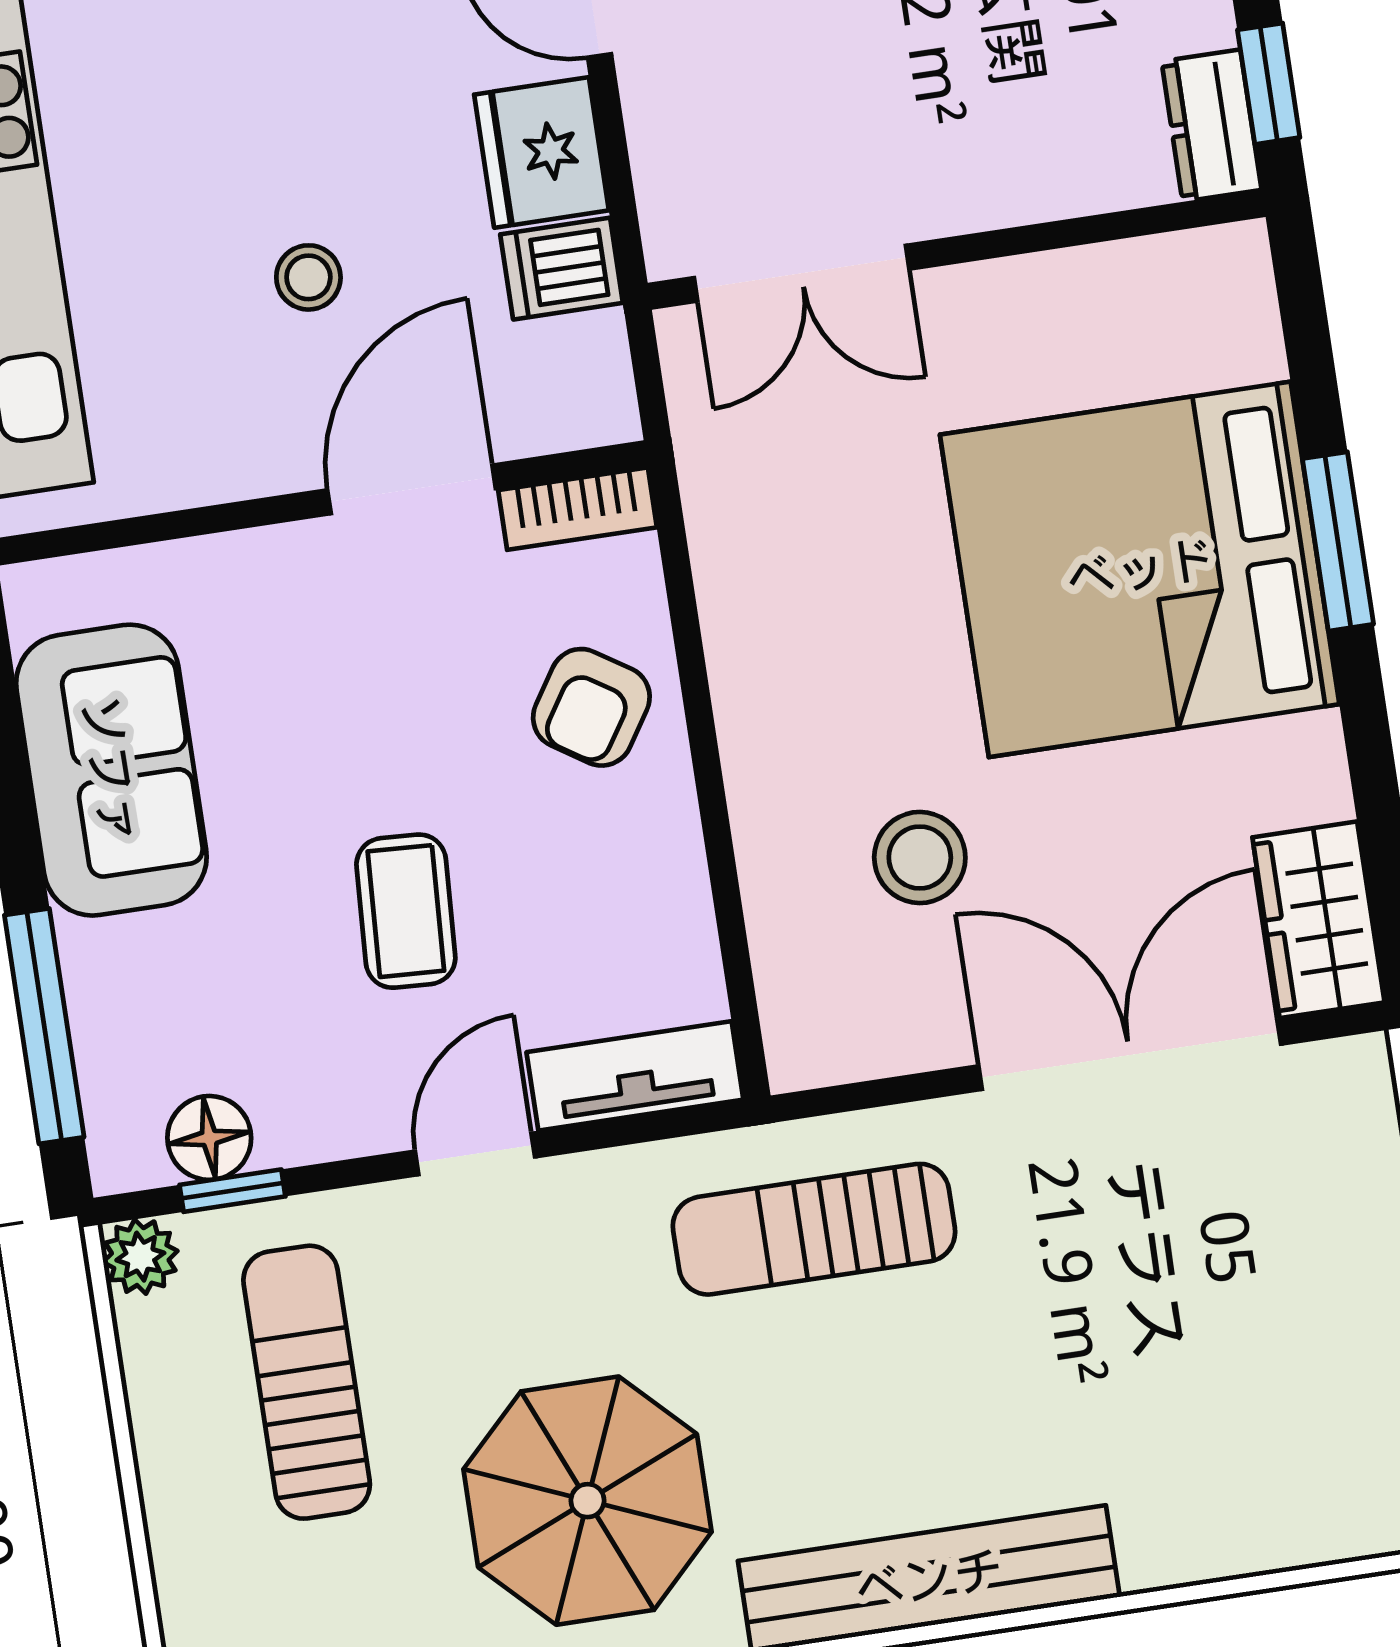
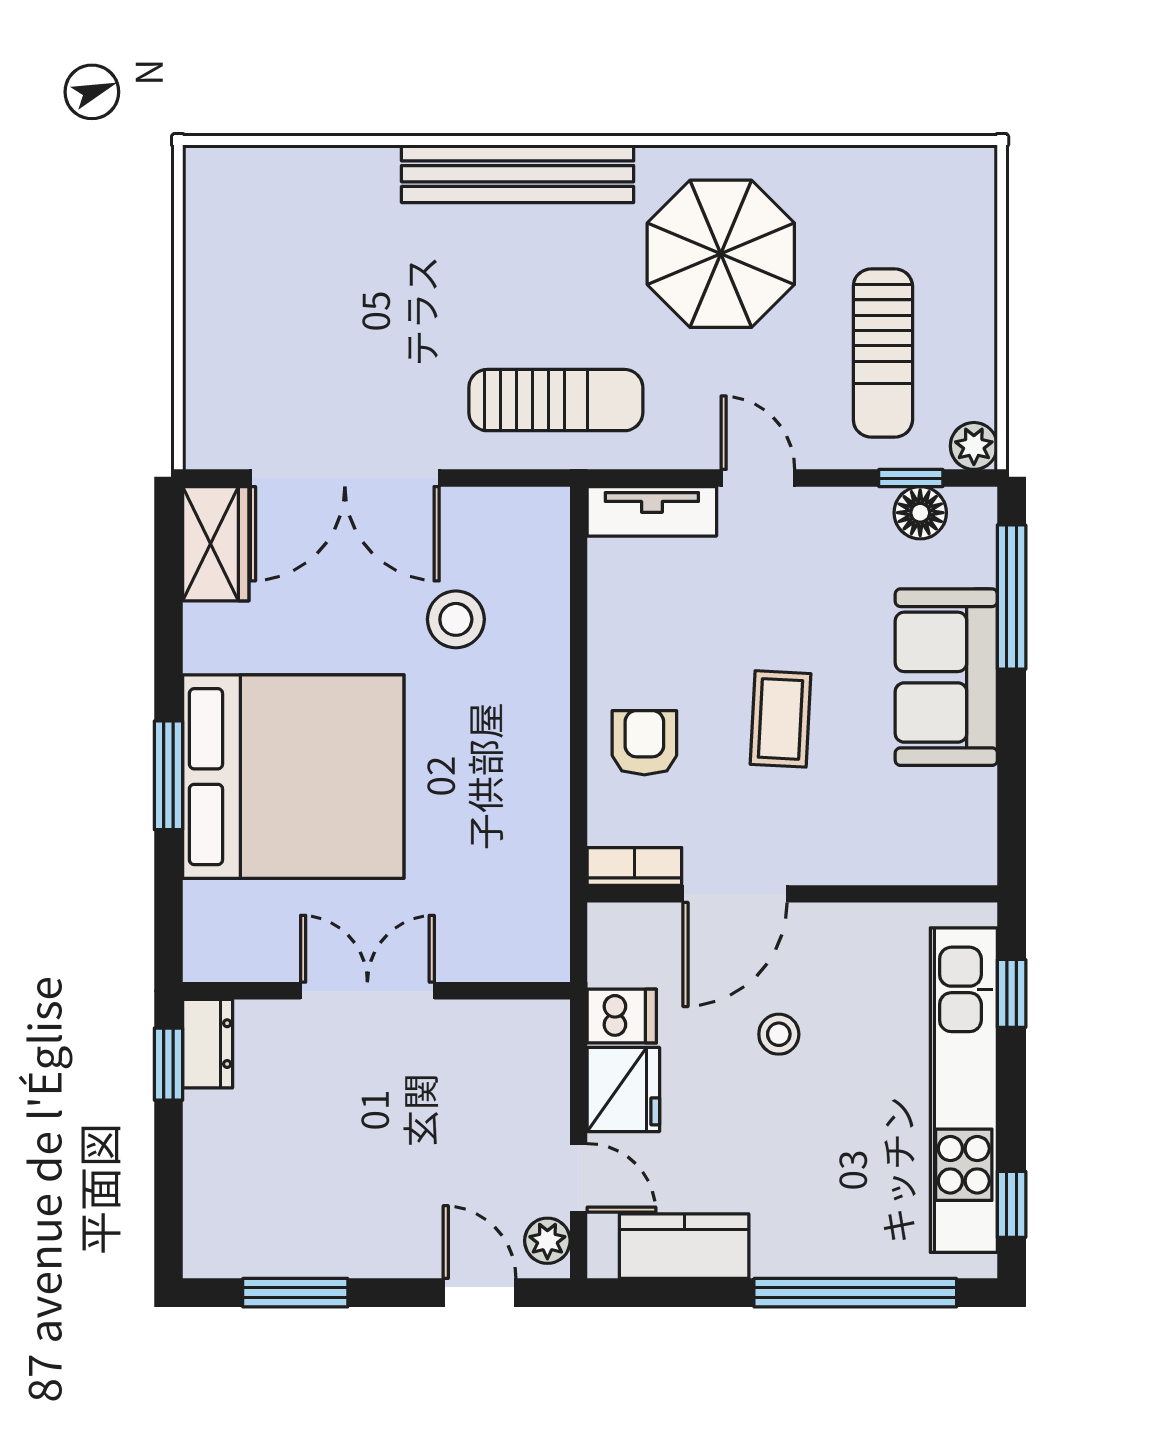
double door: (802, 273) -> (367, 991), moved
armchair: (591, 707) -> (644, 743), turned -33
sofa: (111, 770) -> (946, 677), moved
coffee table: (406, 911) -> (781, 719), moved
door: (475, 1154) -> (758, 478), swing flipped

